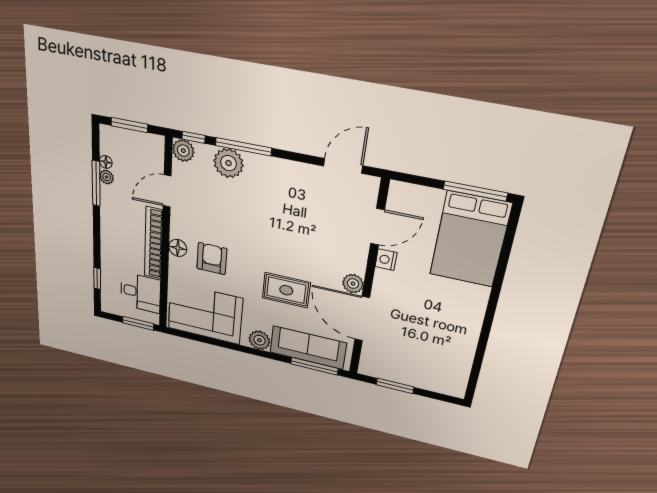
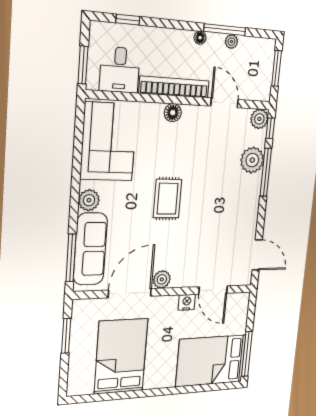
floor lamp: (106, 162) -> (200, 38), moved
armchair: (212, 259) -> (167, 147), removed
rug: (286, 290) -> (167, 199), moved
bed: (433, 339) -> (121, 356), added

